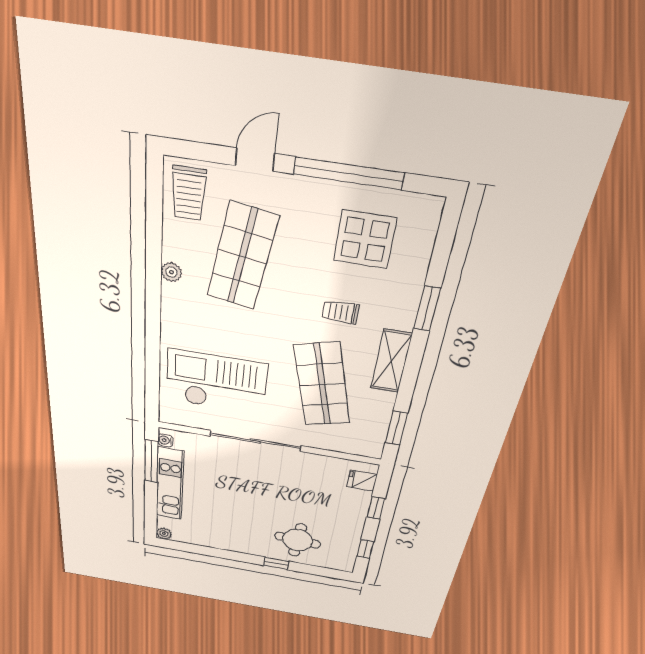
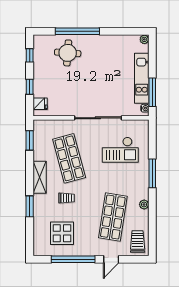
window: (153, 330) -> (152, 173), added
checkout: (216, 382) -> (120, 150), width x0.73, depth x0.83
window: (276, 563) -> (77, 31), width x3.17

